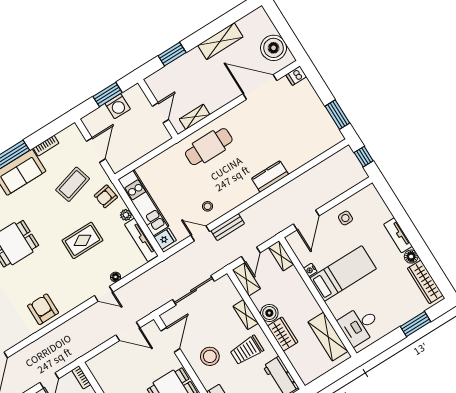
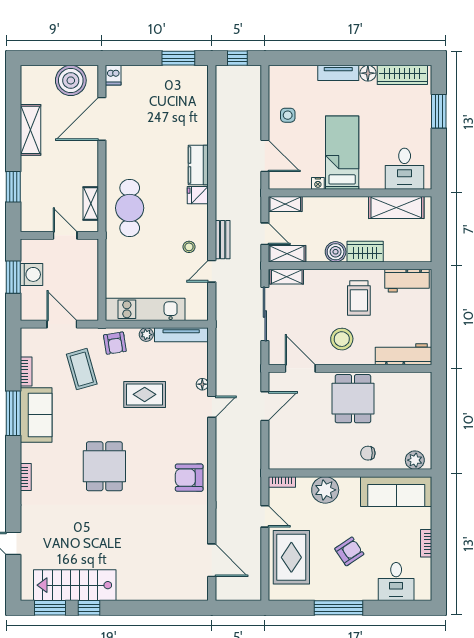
fridge: (165, 239) -> (198, 195), moved, turned -90
rug: (82, 240) -> (145, 394), turned 90
shelving: (246, 315) -> (287, 277), moved

